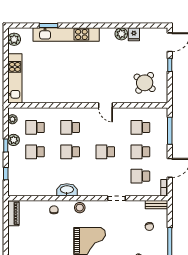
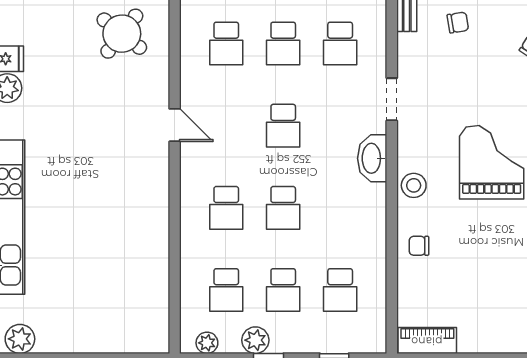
kitchen unit: (15, 78) -> (111, 337), removed
door: (106, 105) -> (175, 125), hinge flipped
school desk: (35, 176) -> (340, 290), added
washbasin: (67, 190) -> (372, 158), moved

